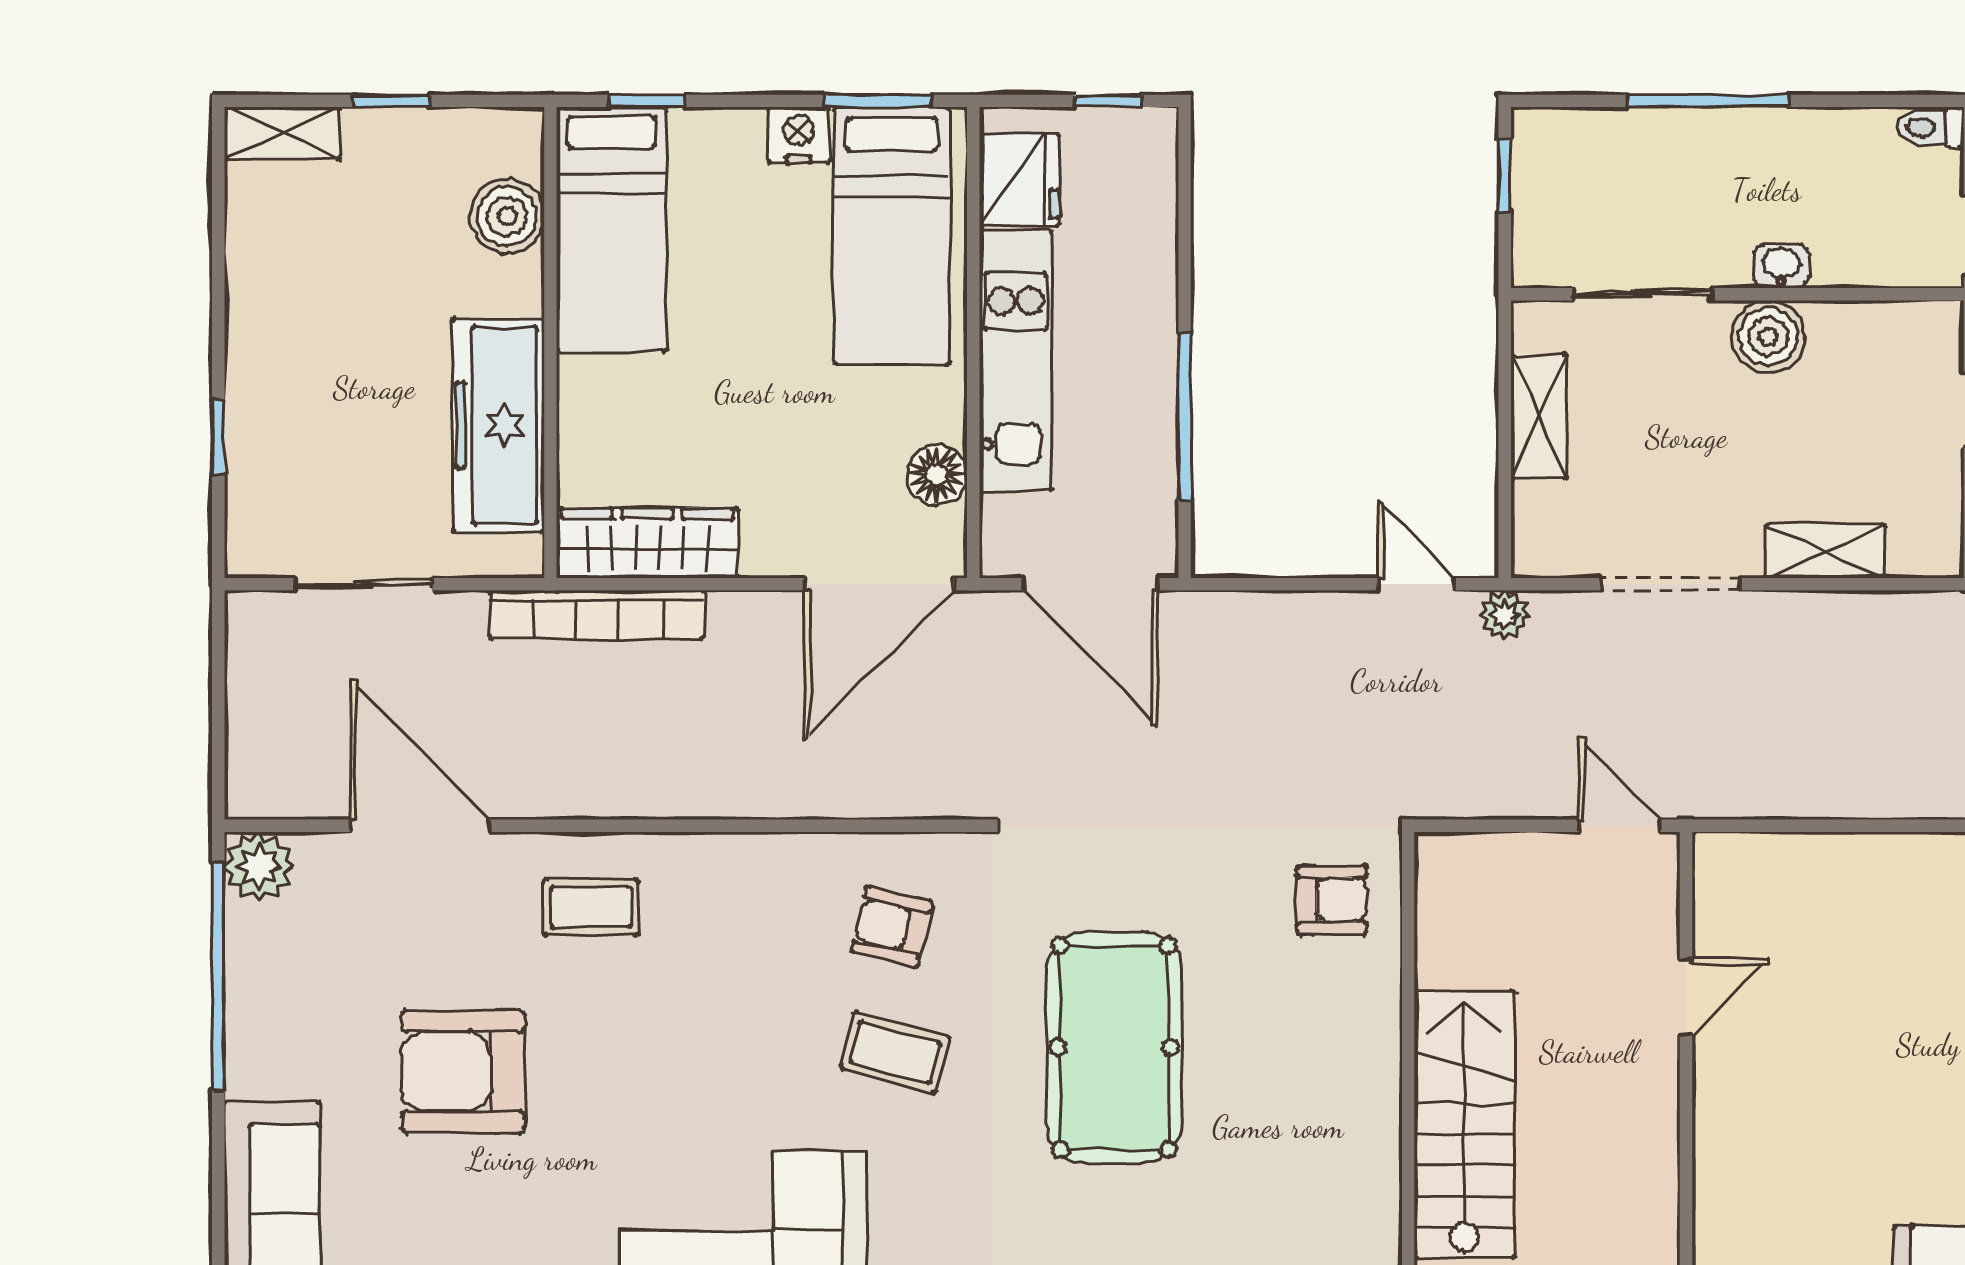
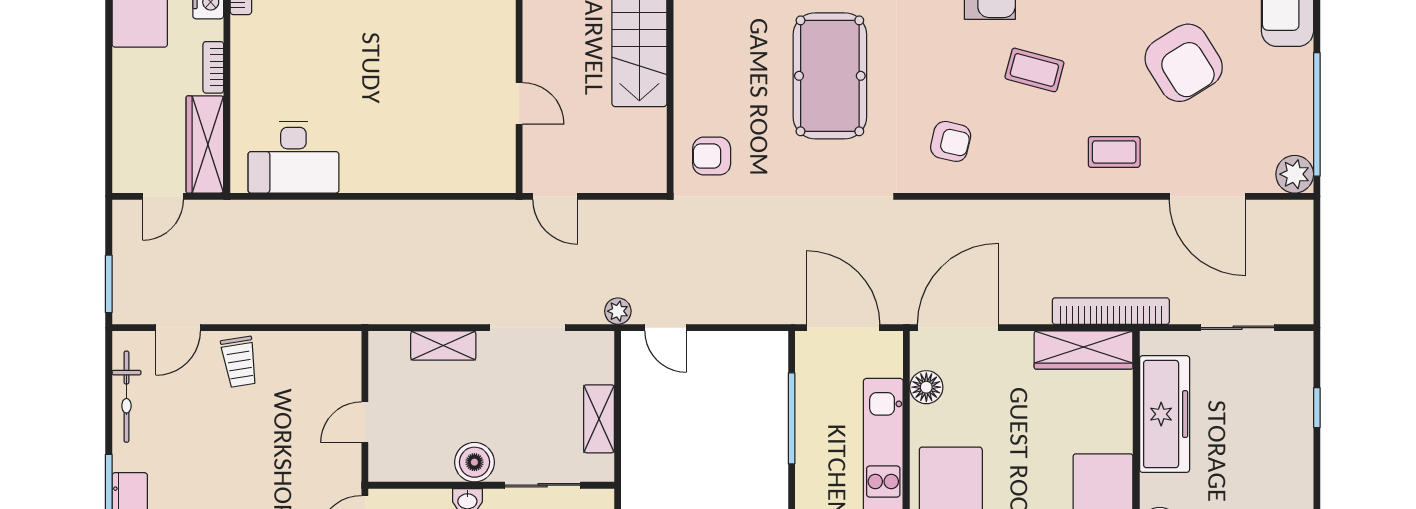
door: (1686, 997) -> (519, 103), swing flipped
coffee table: (895, 1052) -> (1034, 70), moved
armchair: (463, 1072) -> (1184, 63), turned 58

